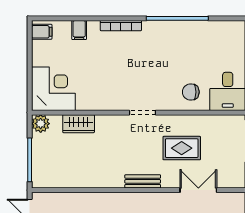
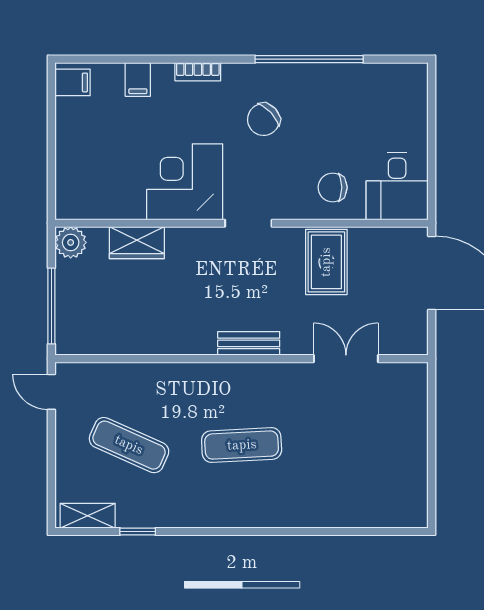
bookcase: (121, 26) -> (198, 72), width x0.64
chair: (151, 53) -> (264, 119), added
corner desk: (53, 89) -> (185, 182), moved, turned -90
rug: (182, 148) -> (326, 262), moved, turned 90

